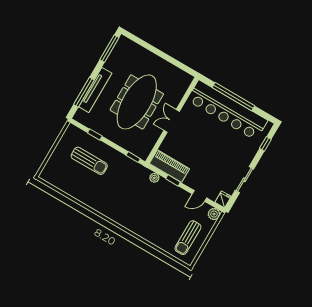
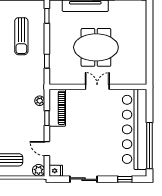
window: (233, 97) -> (149, 146), moved
meeting table: (137, 102) -> (96, 47), width x0.73
window: (95, 135) -> (47, 16), moved
window: (133, 157) -> (47, 61), moved

